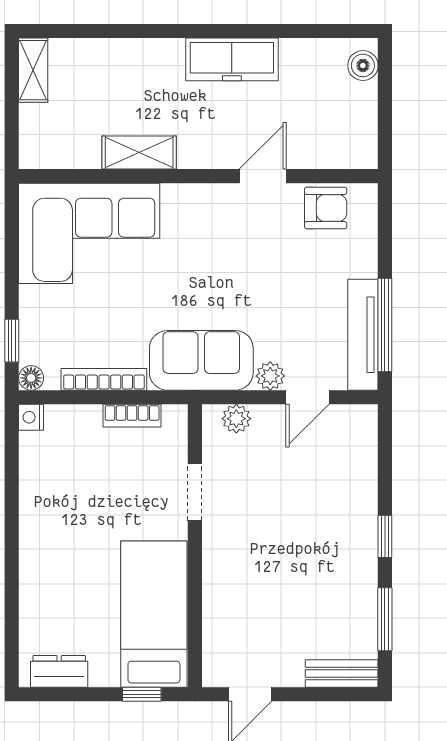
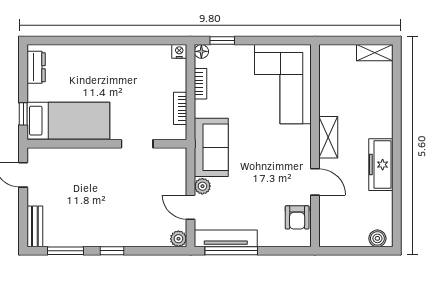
shelving: (139, 153) -> (328, 137), moved
bookcase: (104, 379) -> (201, 84), width x0.64
plant: (236, 419) -> (178, 239), moved

